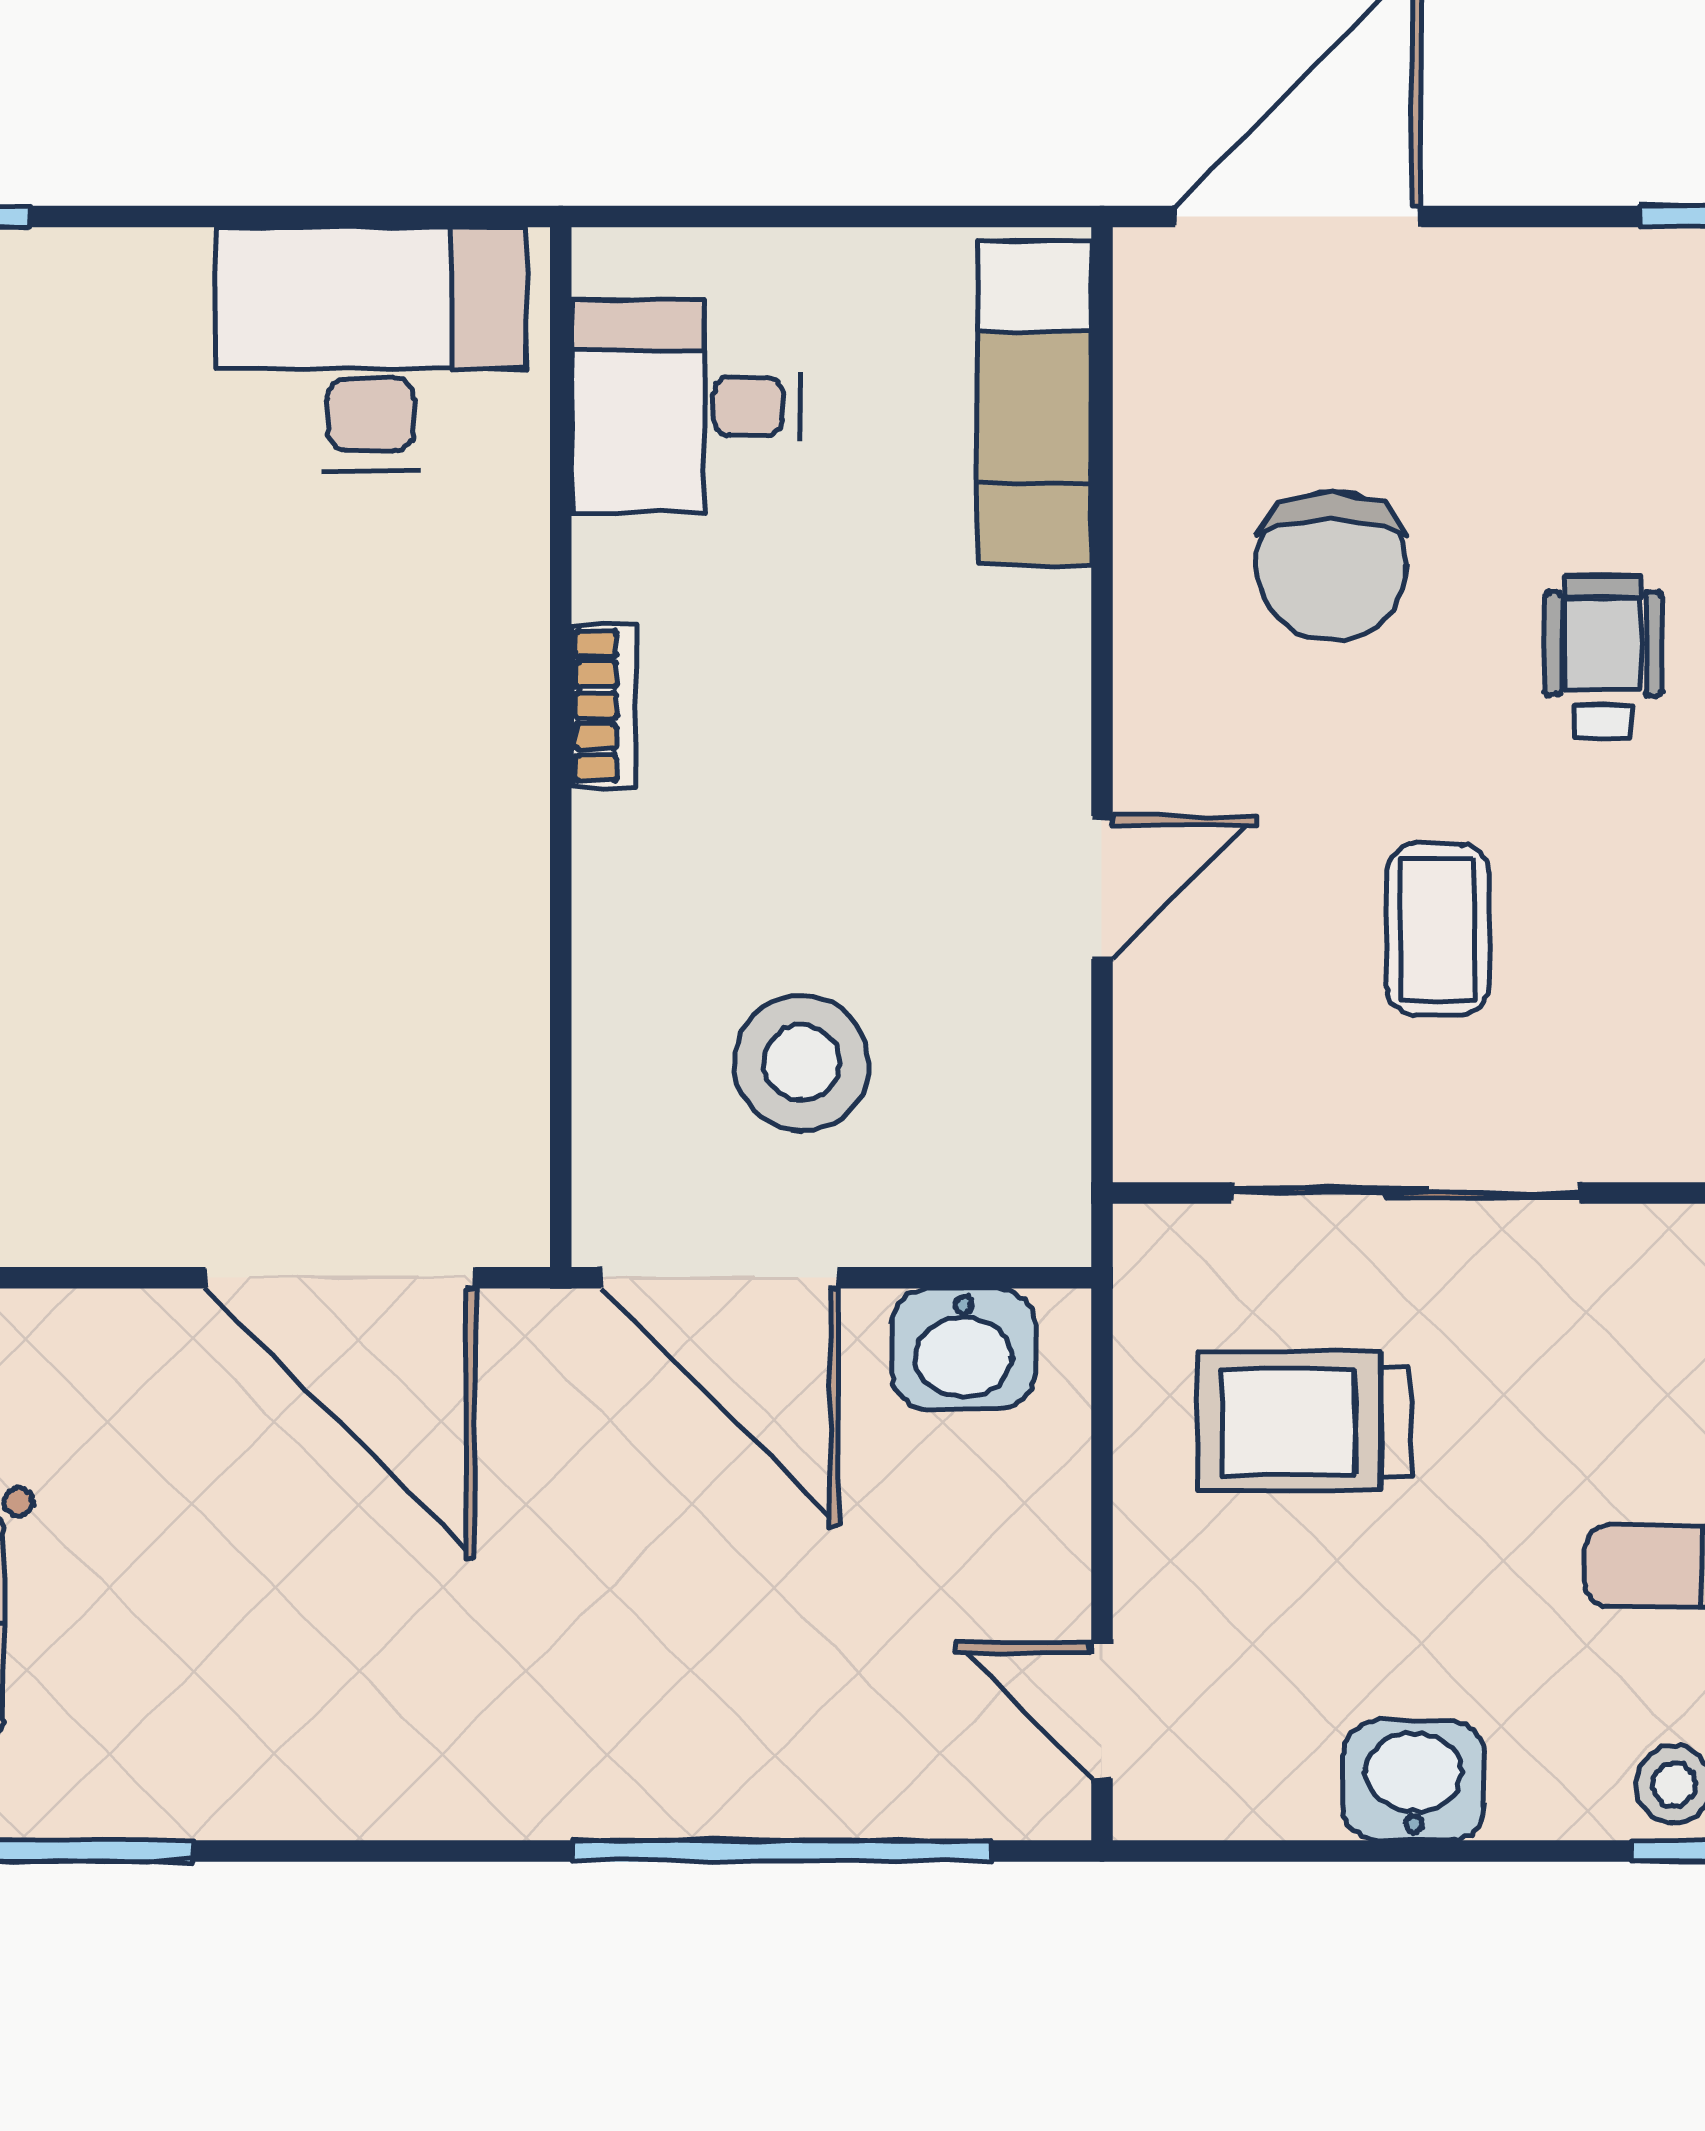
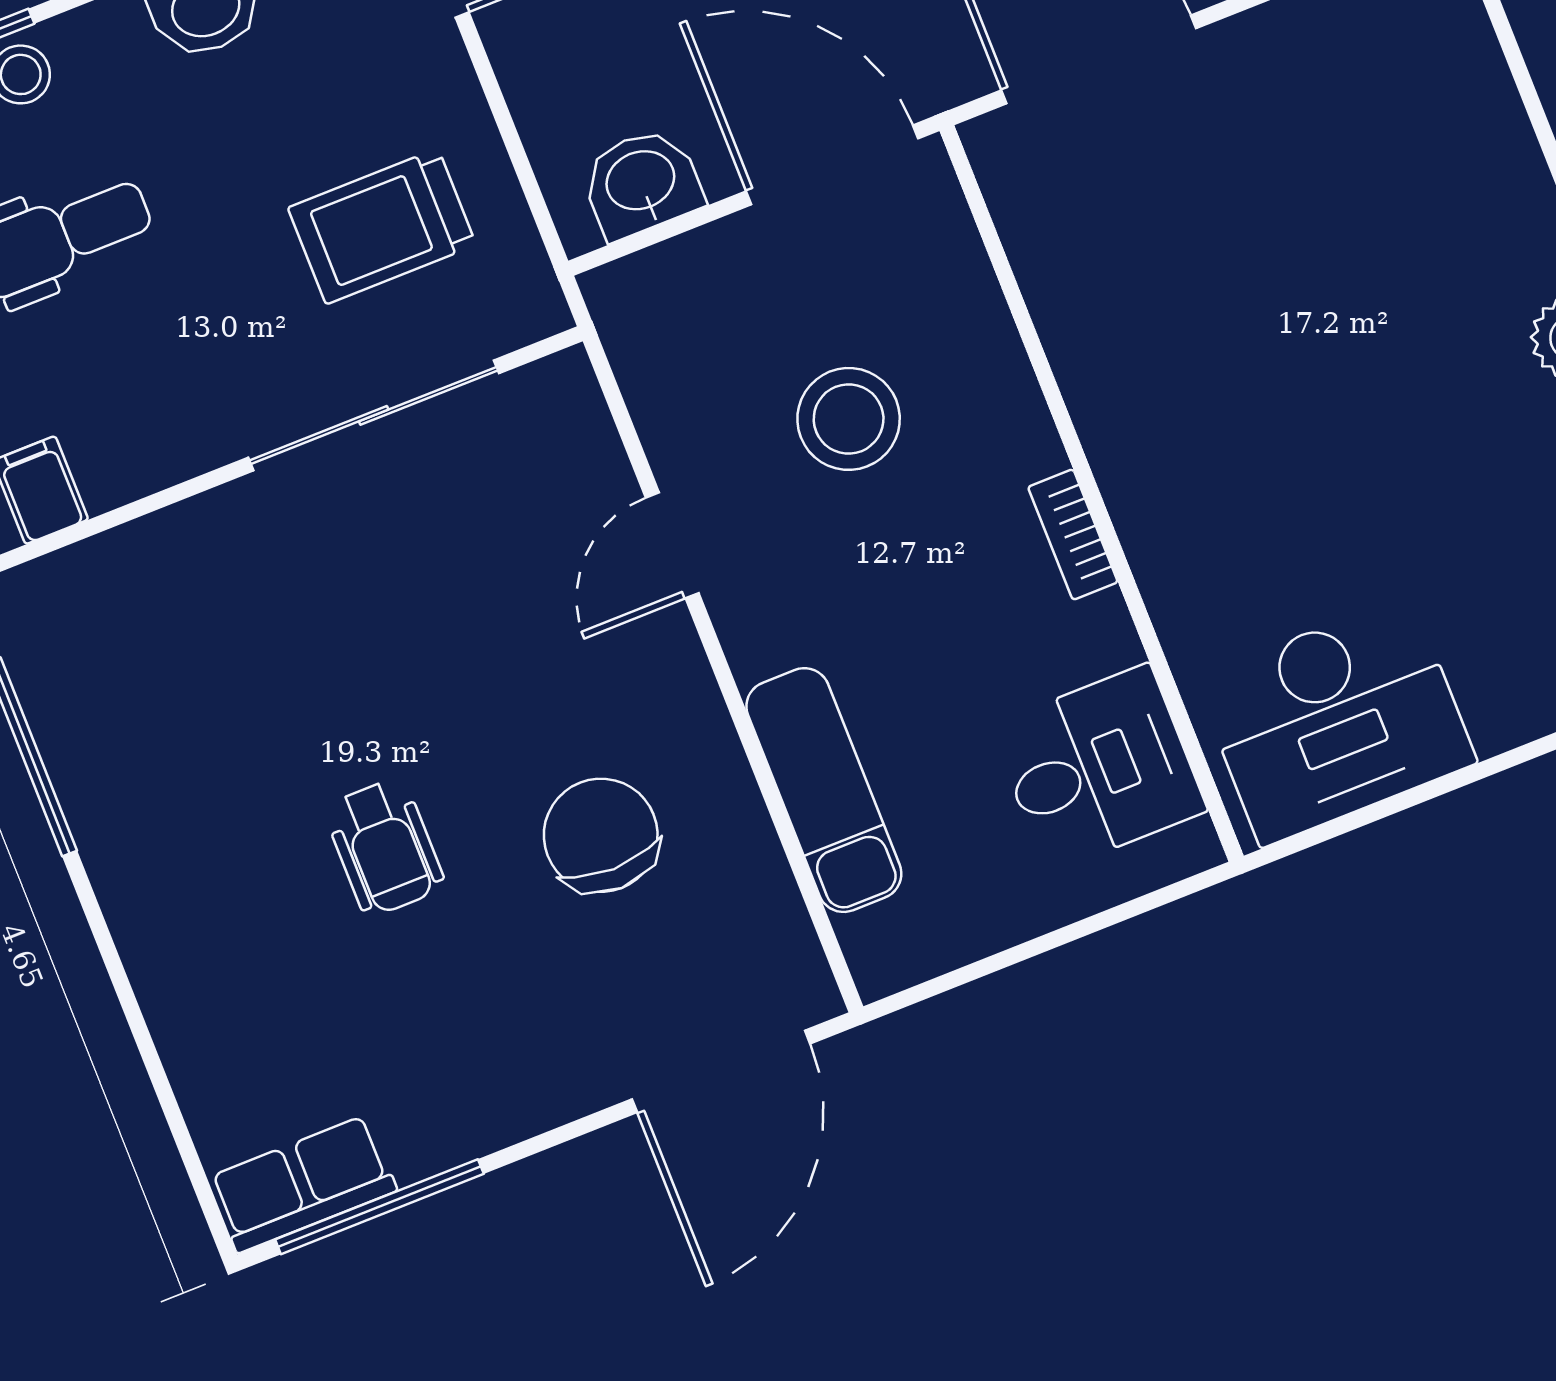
exam couch: (1035, 403) -> (824, 790), moved
coffee table: (1438, 929) -> (425, 609), removed
stool: (802, 1063) -> (849, 419), moved
trolley: (1304, 1422) -> (382, 226), turned 180

